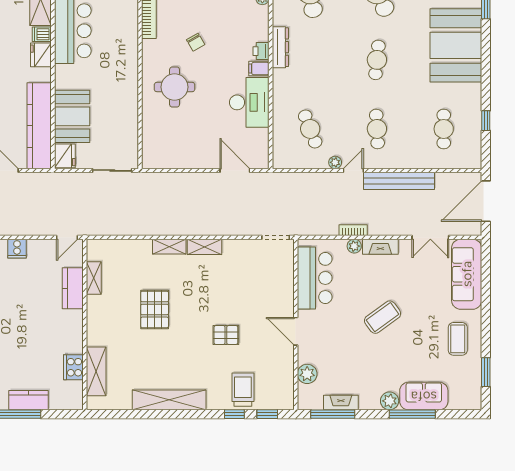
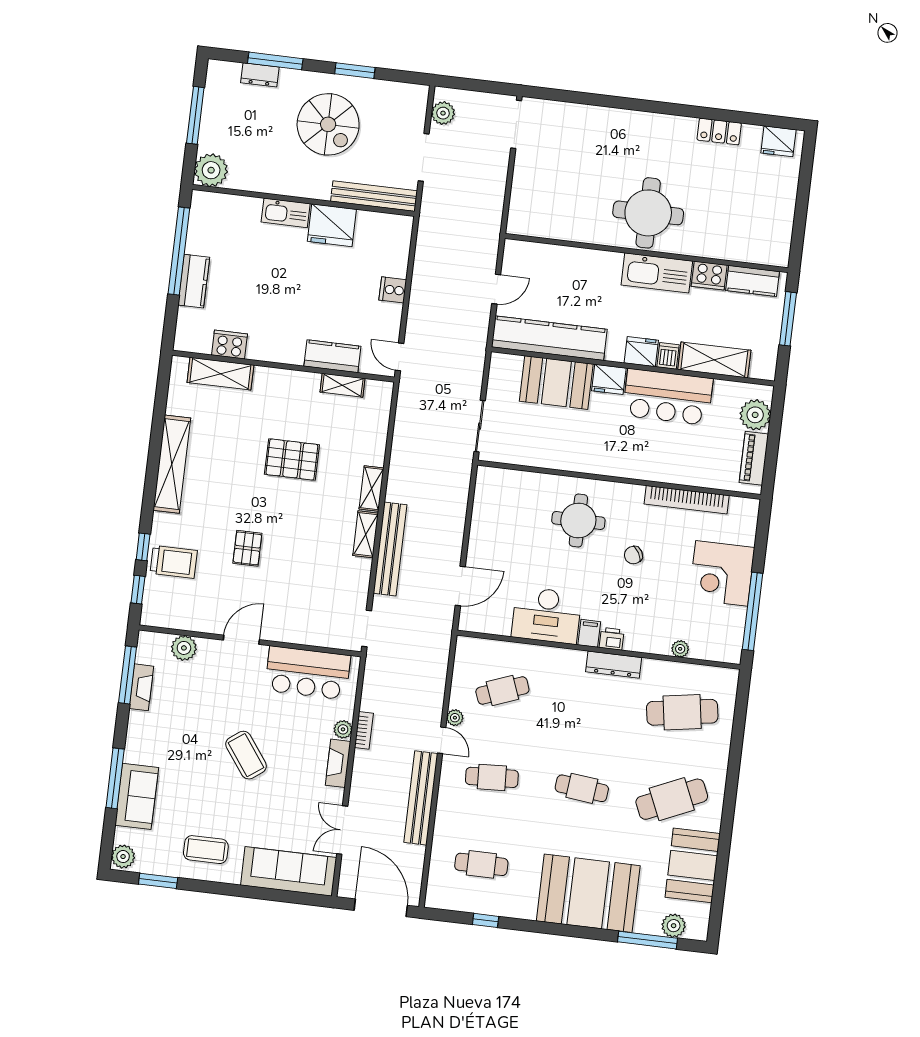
fridge: (65, 156) -> (609, 379), moved
bench: (213, 227) -> (390, 549), added
plant: (390, 401) -> (123, 857), moved

